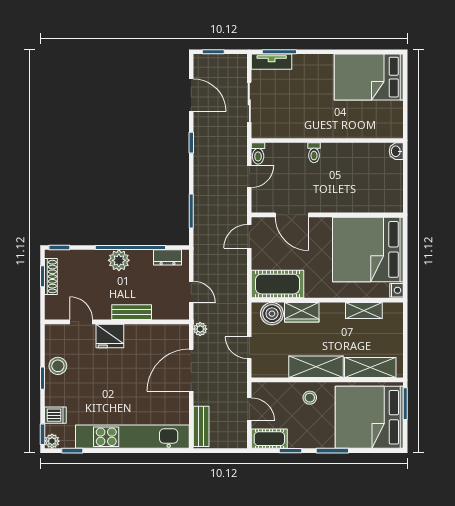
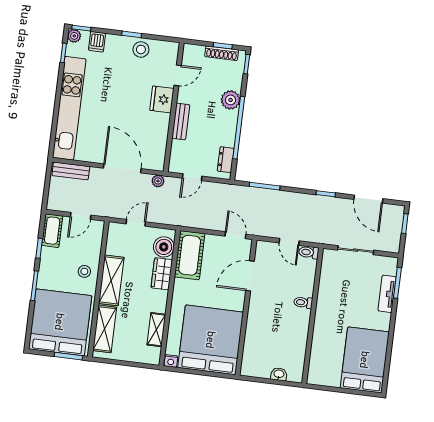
tv unit: (272, 62) -> (387, 294), moved
door: (191, 95) -> (368, 199), hinge flipped
washbasin: (396, 151) -> (279, 374), moved
plant: (119, 260) -> (231, 100), moved

